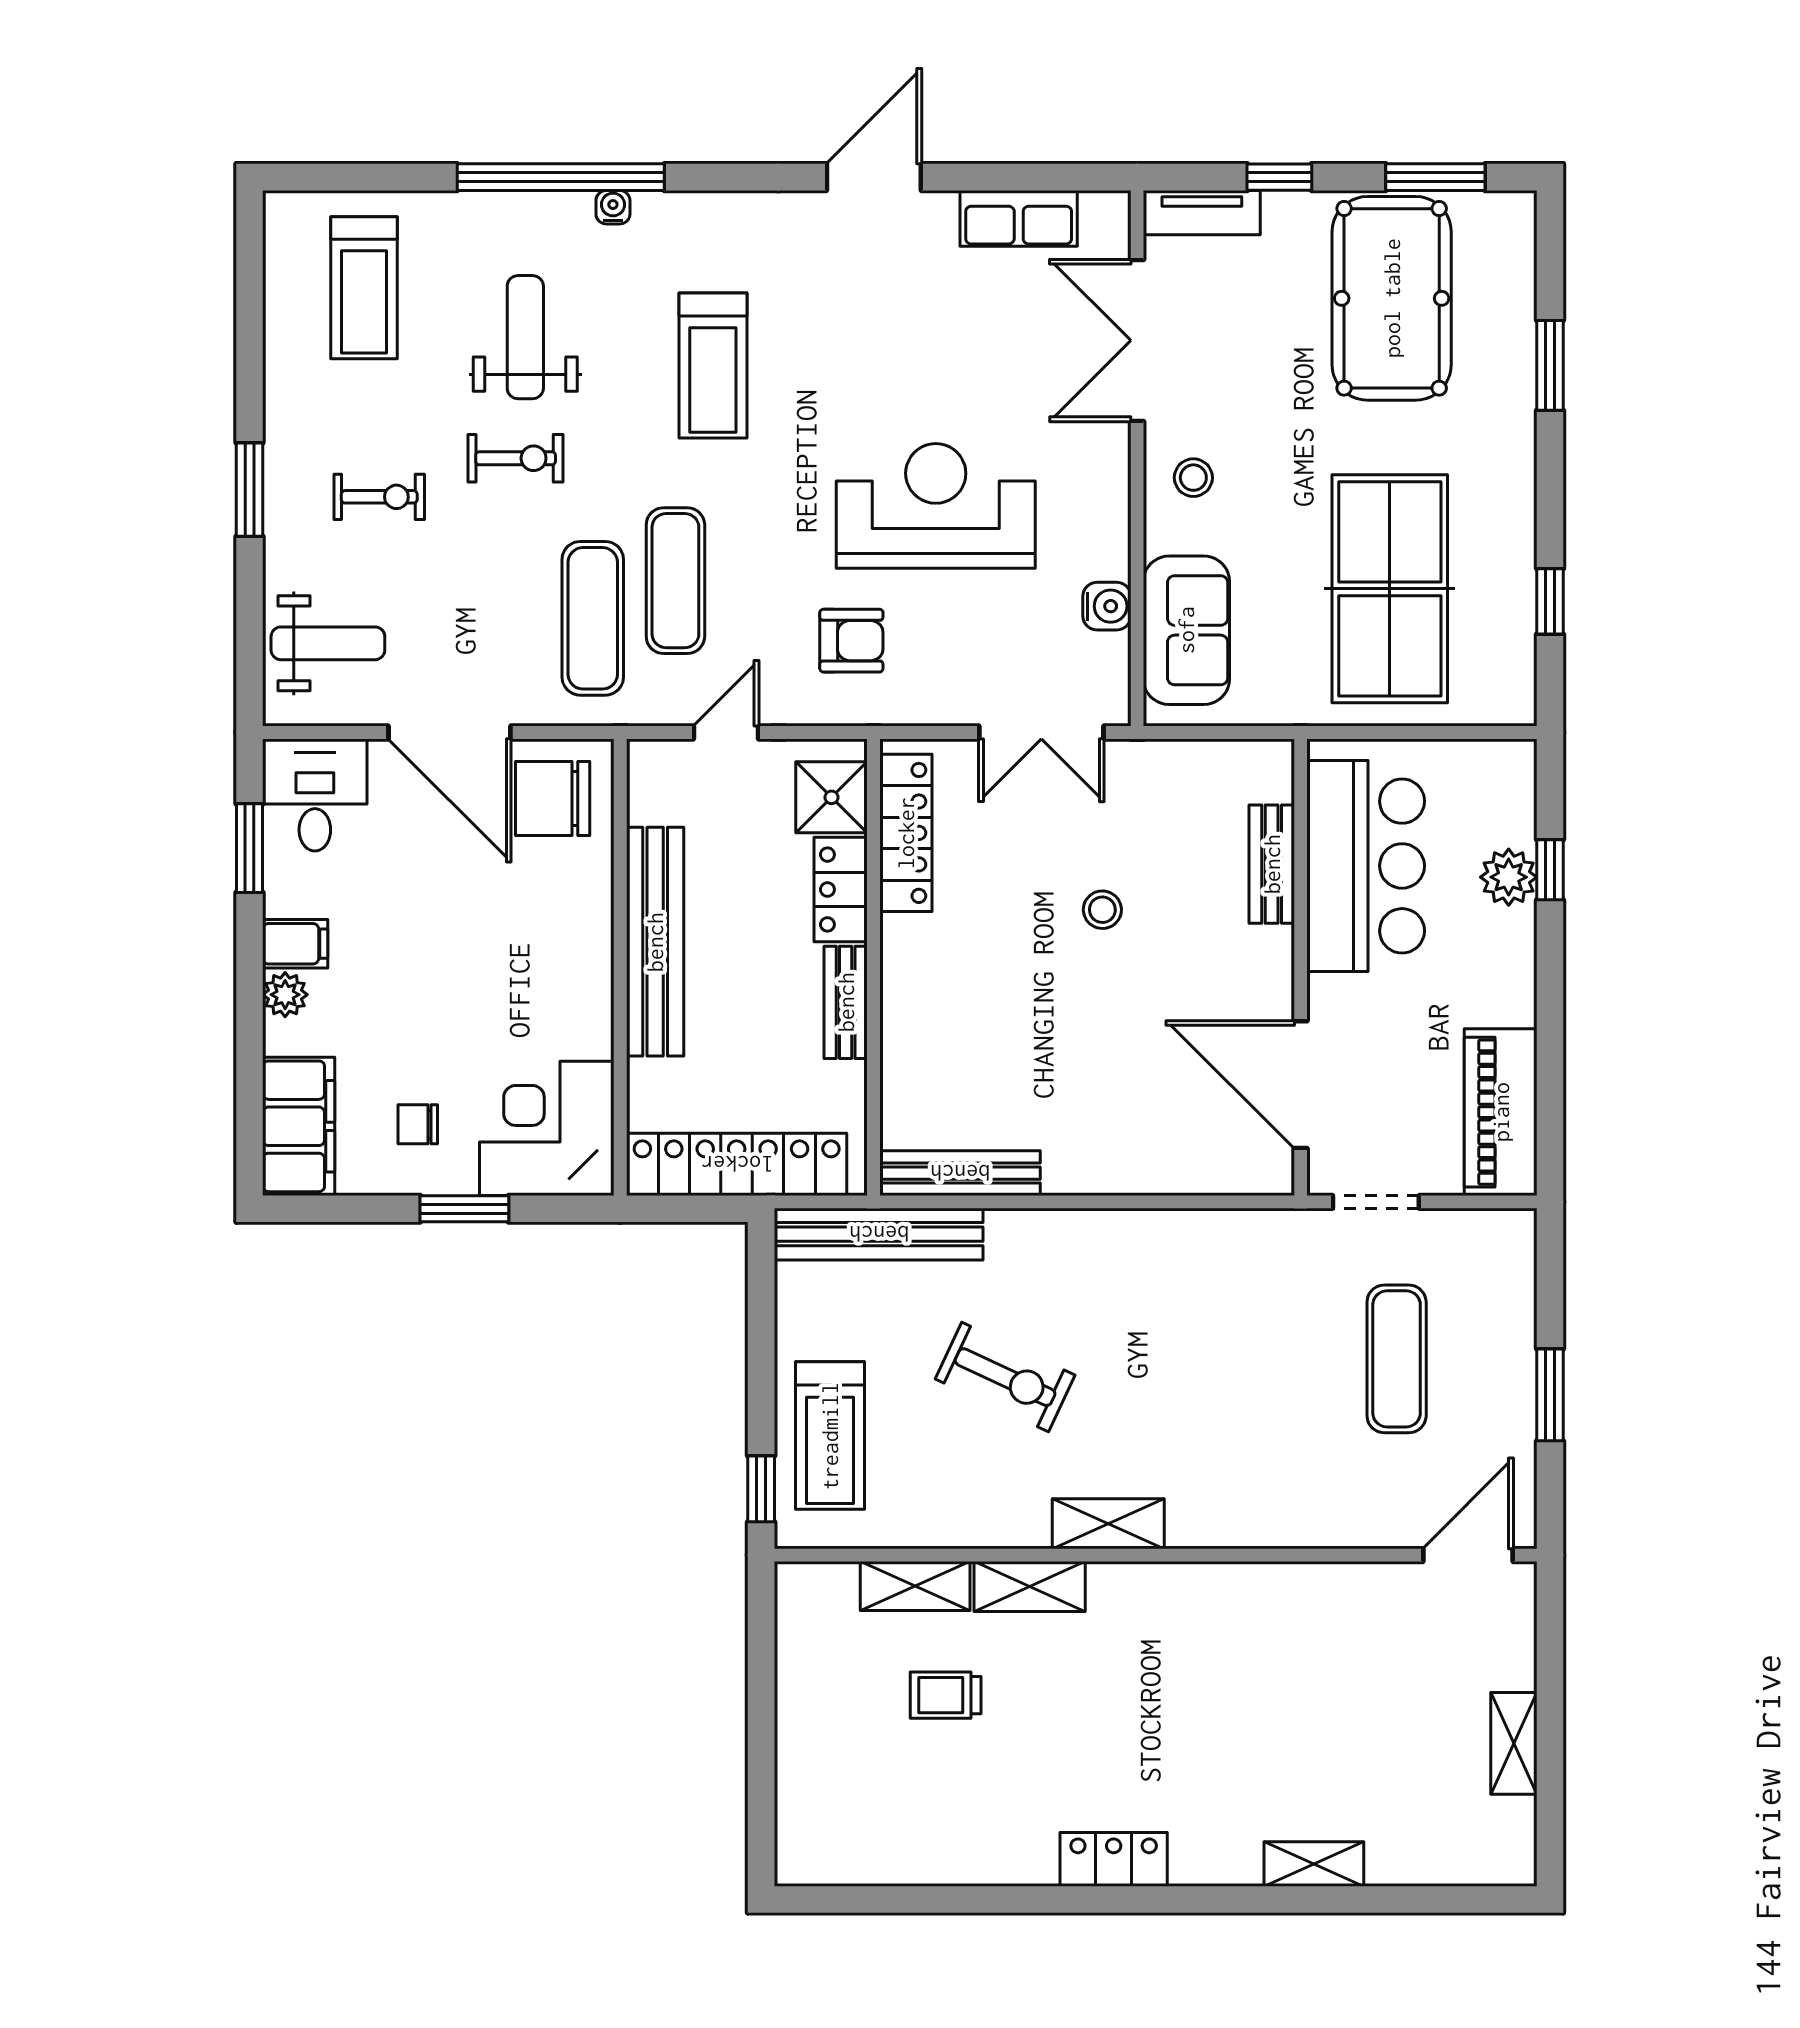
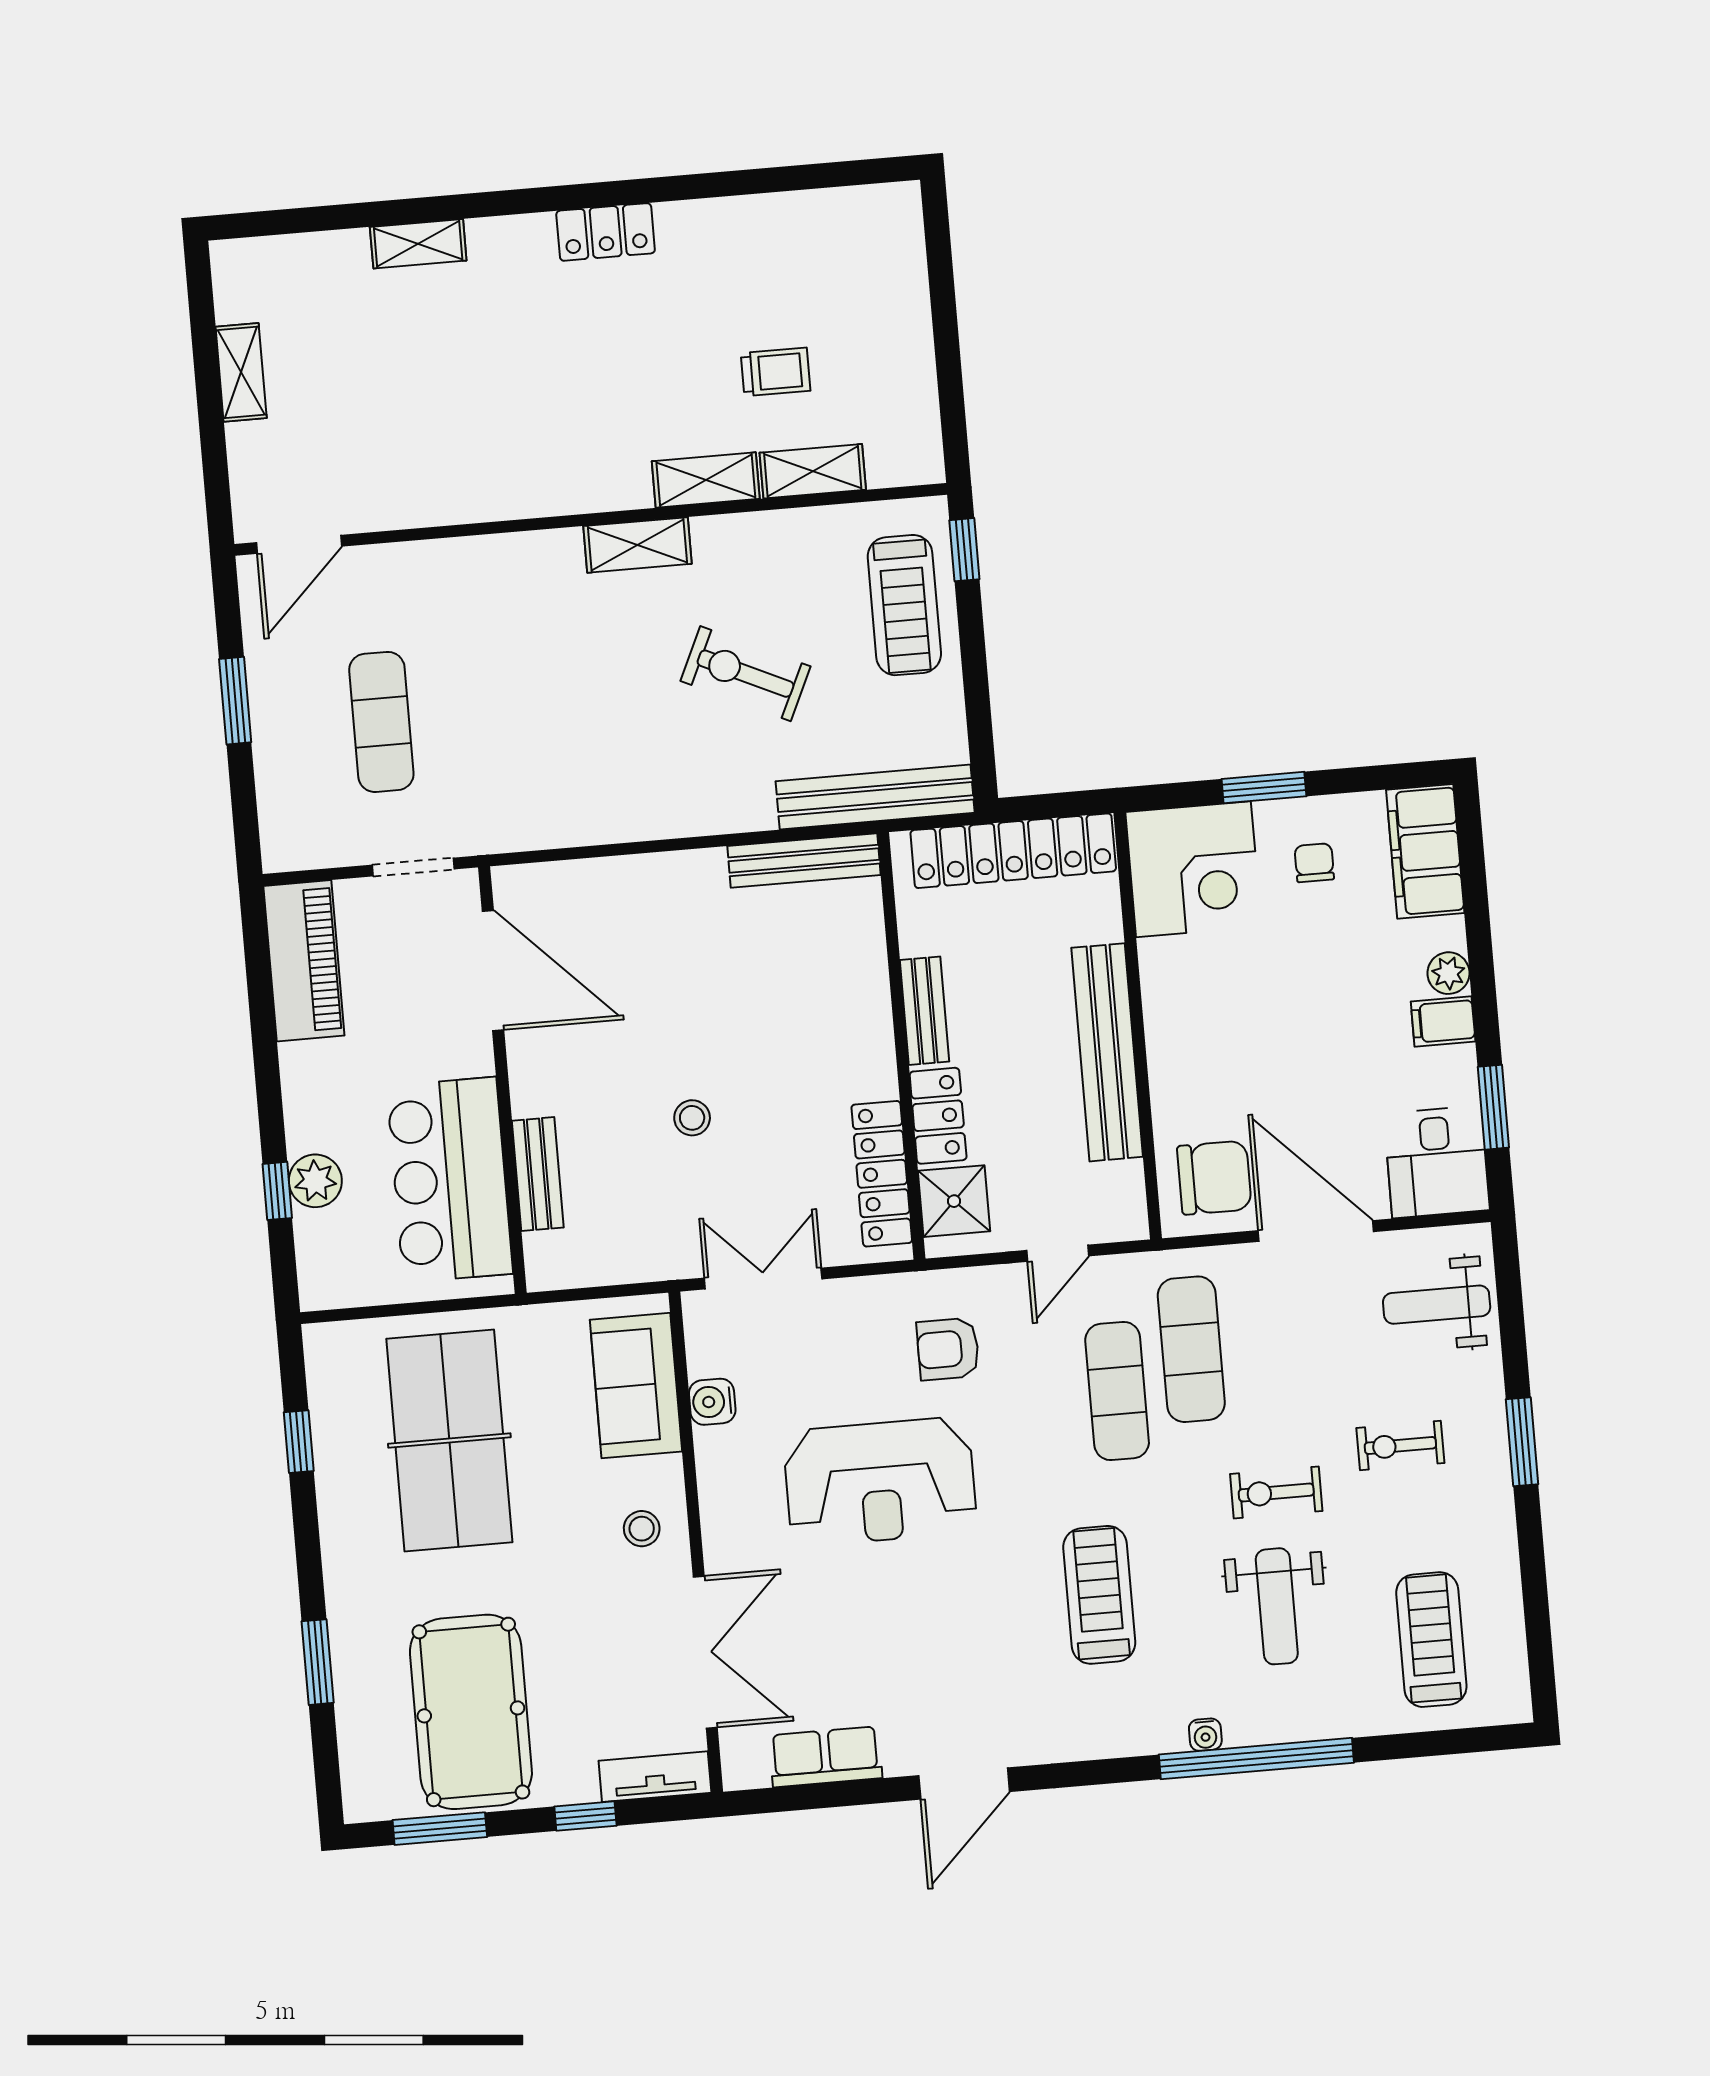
chair: (418, 1124) -> (1314, 863), turned -90
treadmill: (830, 1436) -> (904, 605), turned 180

